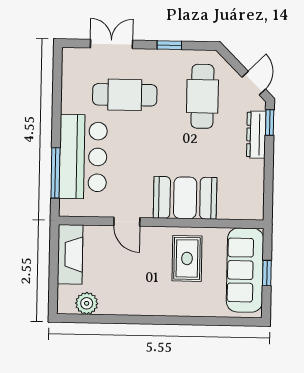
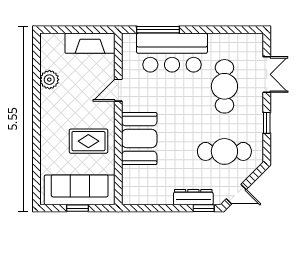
plant: (87, 303) -> (49, 80), moved

